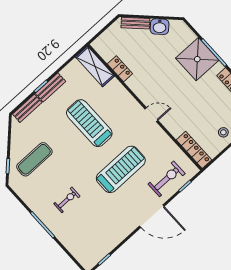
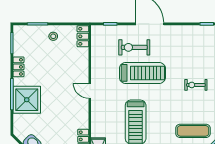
locker: (194, 150) -> (83, 36), width x0.66
treadmill: (121, 169) -> (142, 73), turned 180
exercise bike: (167, 179) -> (134, 47), moved

